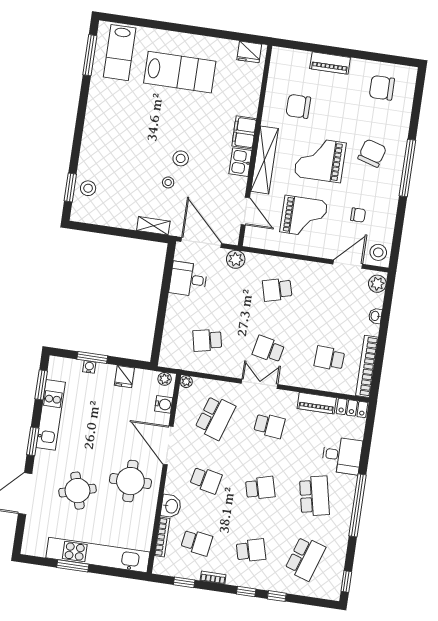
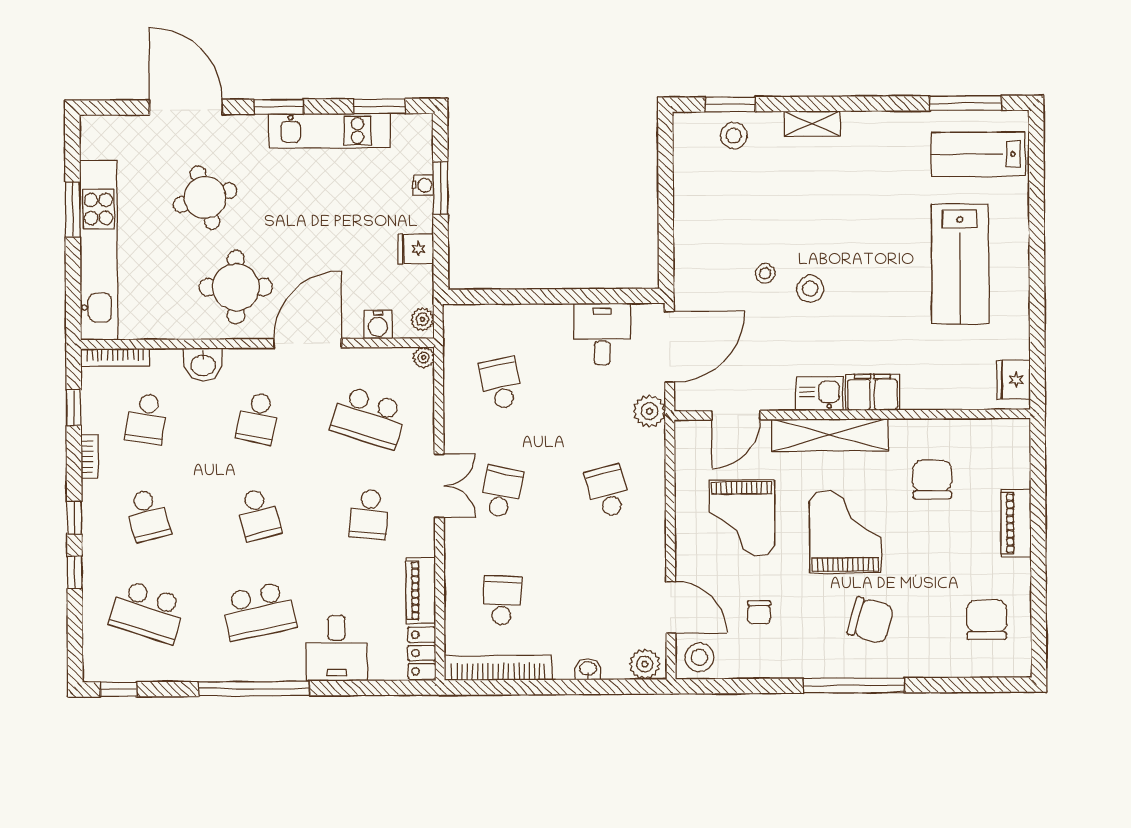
shelving: (153, 226) -> (812, 124), moved, turned 90
bookcase: (162, 537) -> (115, 357), moved

